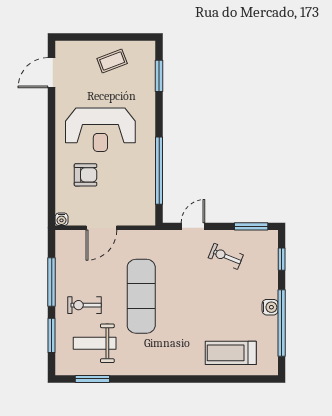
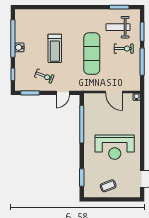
reception desk: (100, 130) -> (115, 147), turned 180
armchair: (86, 175) -> (123, 122), removed
door: (101, 228) -> (114, 92), swing flipped
weight bench: (95, 343) -> (118, 27), turned 180
treadmill: (231, 353) -> (55, 48), moved, turned 90

